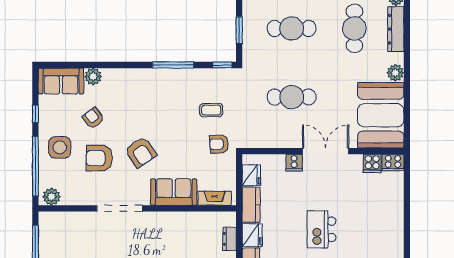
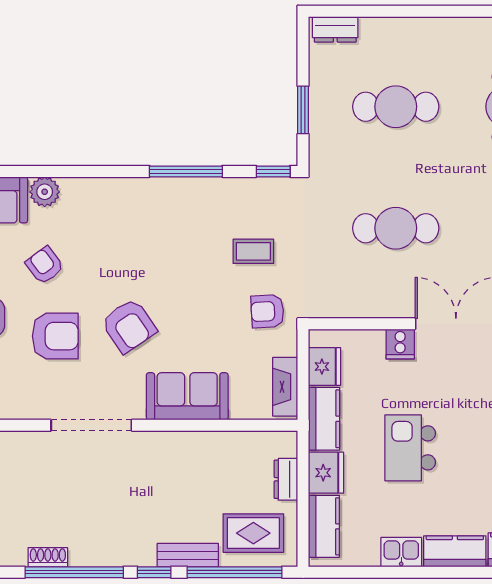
armchair: (99, 158) -> (55, 336), turned 180
fireplace: (215, 198) -> (285, 387), moved, turned -90
kitchen island: (322, 229) -> (410, 448), moved

